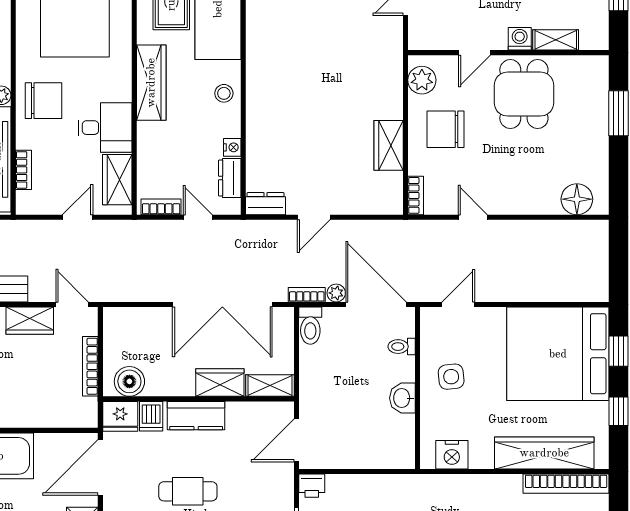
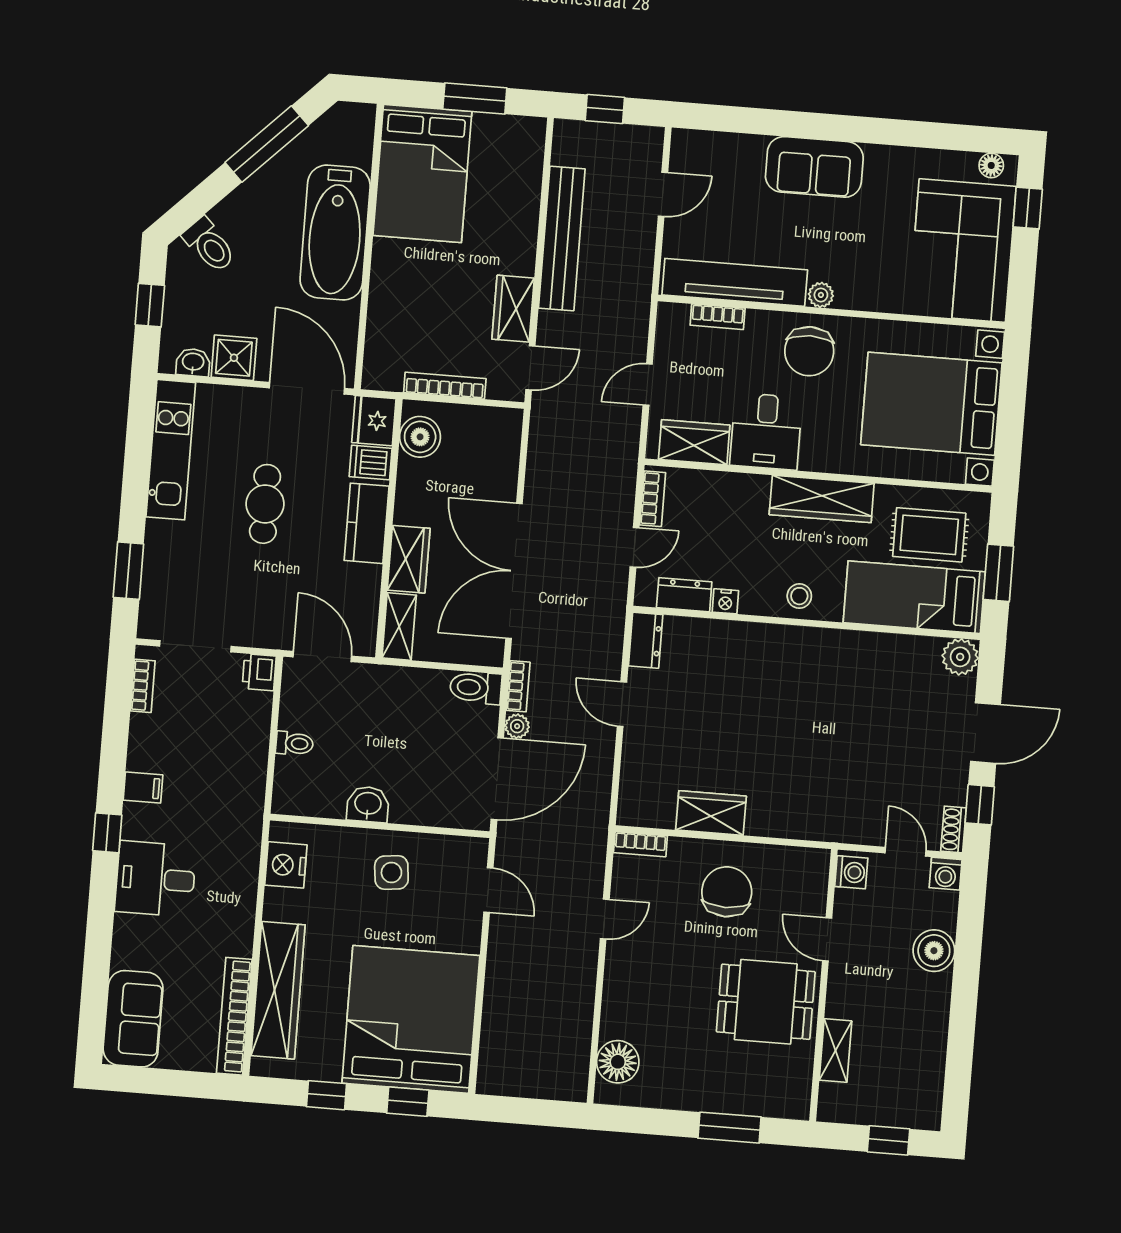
washing machine: (520, 39) -> (851, 872), moved
plant: (422, 80) -> (796, 865), removed
door: (77, 217) -> (648, 385), swing flipped
toilet: (402, 347) -> (294, 743), moved, turned 90

